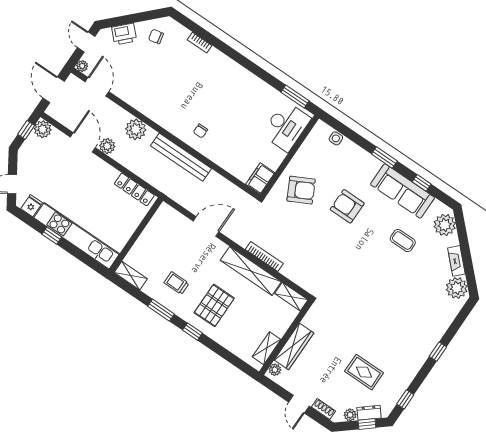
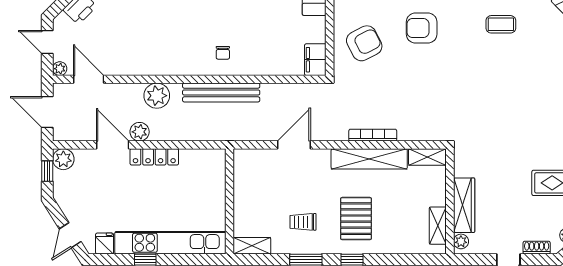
locker: (134, 189) -> (154, 157), moved

